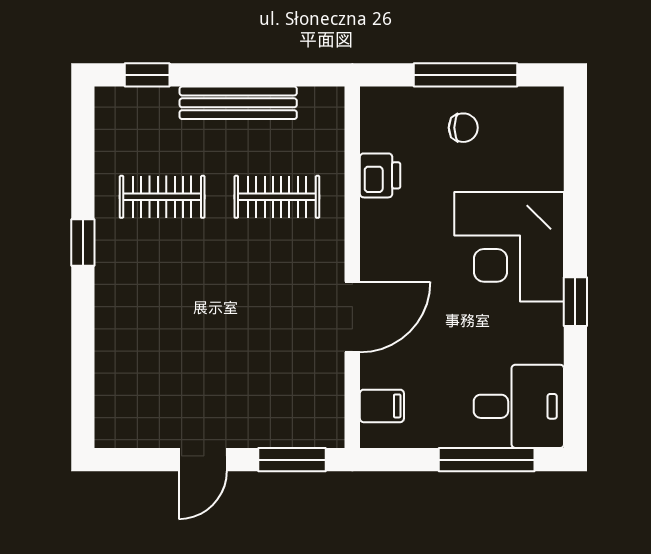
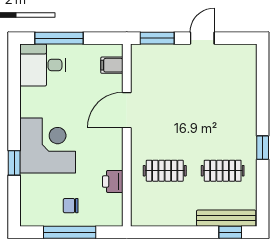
bench: (238, 103) -> (226, 218), moved
window: (575, 302) -> (14, 163), moved

